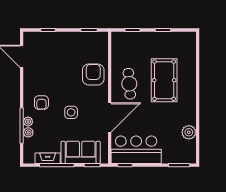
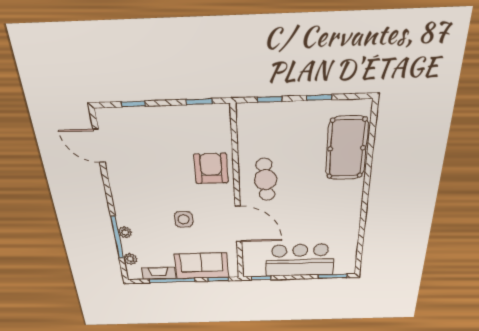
pool table: (164, 80) -> (347, 148), moved
armchair: (41, 103) -> (140, 208), removed
door: (110, 117) -> (238, 224), hinge flipped
plant: (28, 132) -> (130, 259), moved
plant: (189, 132) -> (349, 239), removed
bar counter: (136, 150) -> (300, 260), moved

